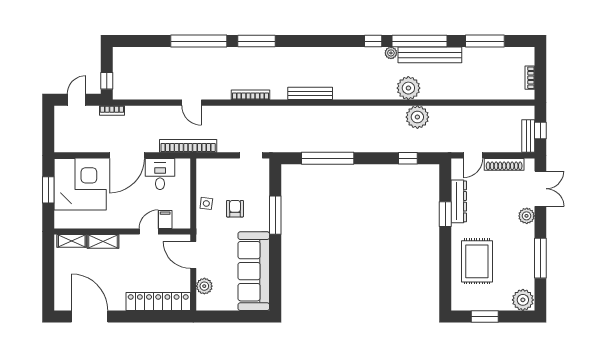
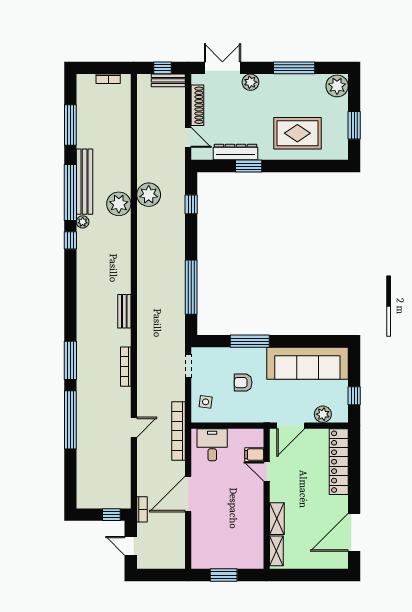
bench: (310, 93) -> (124, 311), width x0.73
door: (127, 155) -> (188, 494), swing flipped
desk: (160, 174) -> (212, 445), moved, turned 90
corner desk: (80, 184) -> (218, 542), removed
side table: (206, 203) -> (206, 402), moved
window: (222, 316) -> (354, 396), added

